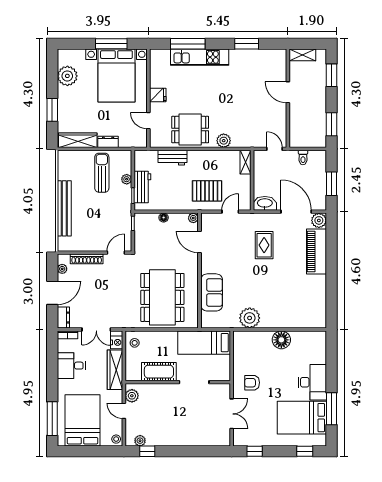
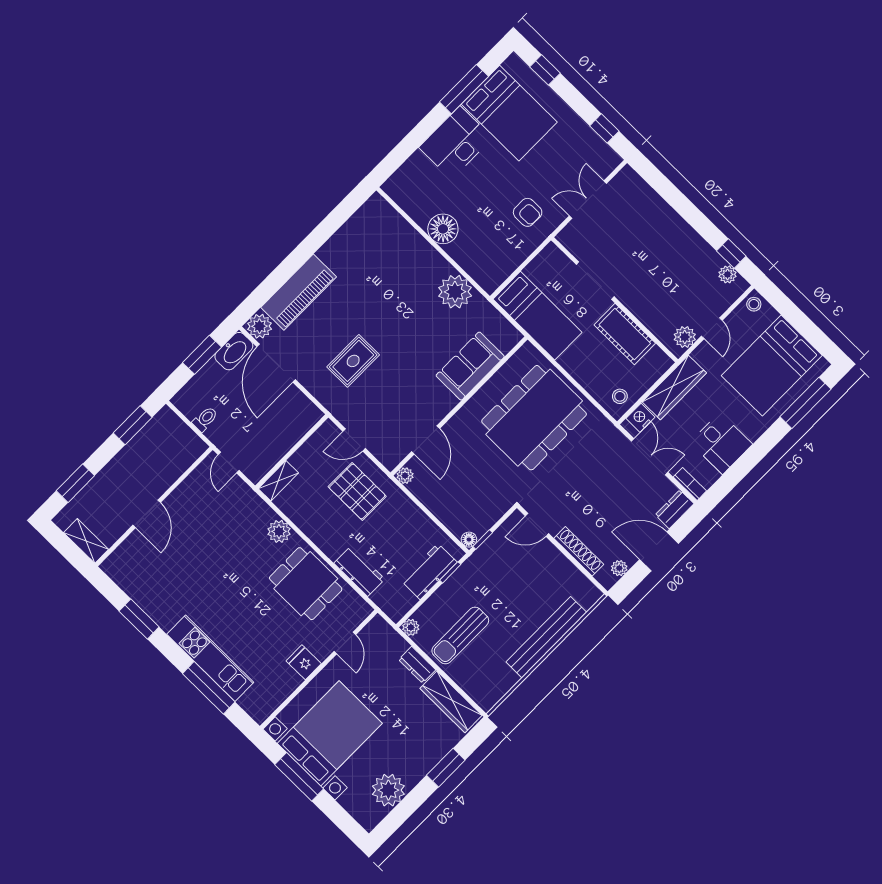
plant: (127, 179) -> (411, 627), moved
washbasin: (265, 203) -> (234, 351), moved, turned -90
floor lamp: (164, 218) -> (469, 540), moved

